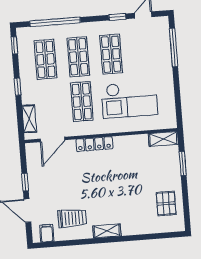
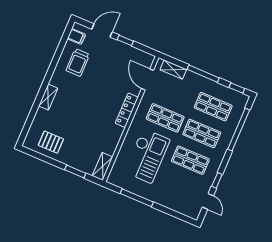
window: (174, 47) -> (137, 198), moved
window: (18, 87) -> (203, 74), width x2.17
checkout: (129, 100) -> (147, 156), turned 180
shelving: (107, 231) -> (48, 97), moved

